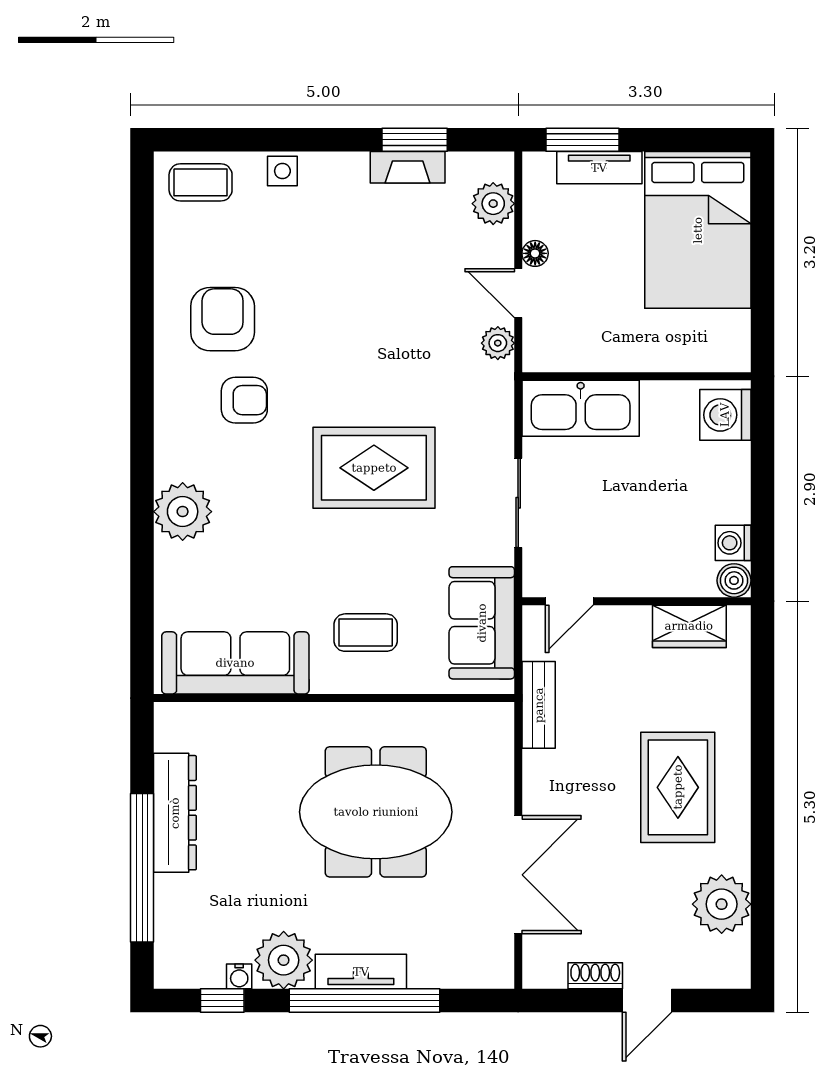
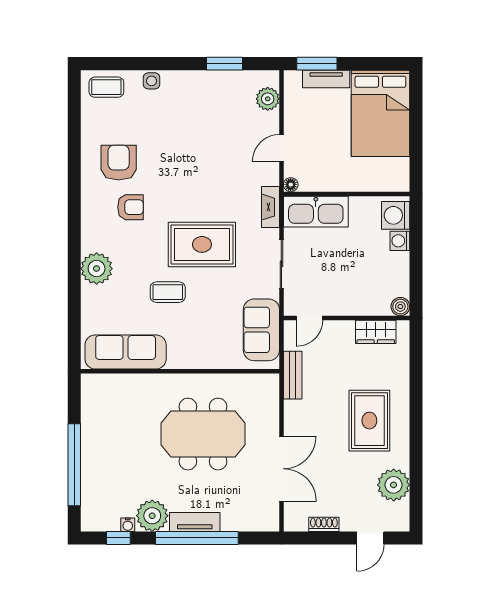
fireplace: (408, 167) -> (271, 207), moved, turned 90
floor lamp: (535, 253) -> (291, 185), moved
door: (518, 293) -> (281, 148), hinge flipped
plant: (498, 343) -> (270, 176), removed
washing machine: (733, 543) -> (400, 241), moved
coffee table: (366, 633) -> (168, 292), moved
dresser: (175, 813) -> (92, 434), removed
door: (647, 1001) -> (370, 538), moved

